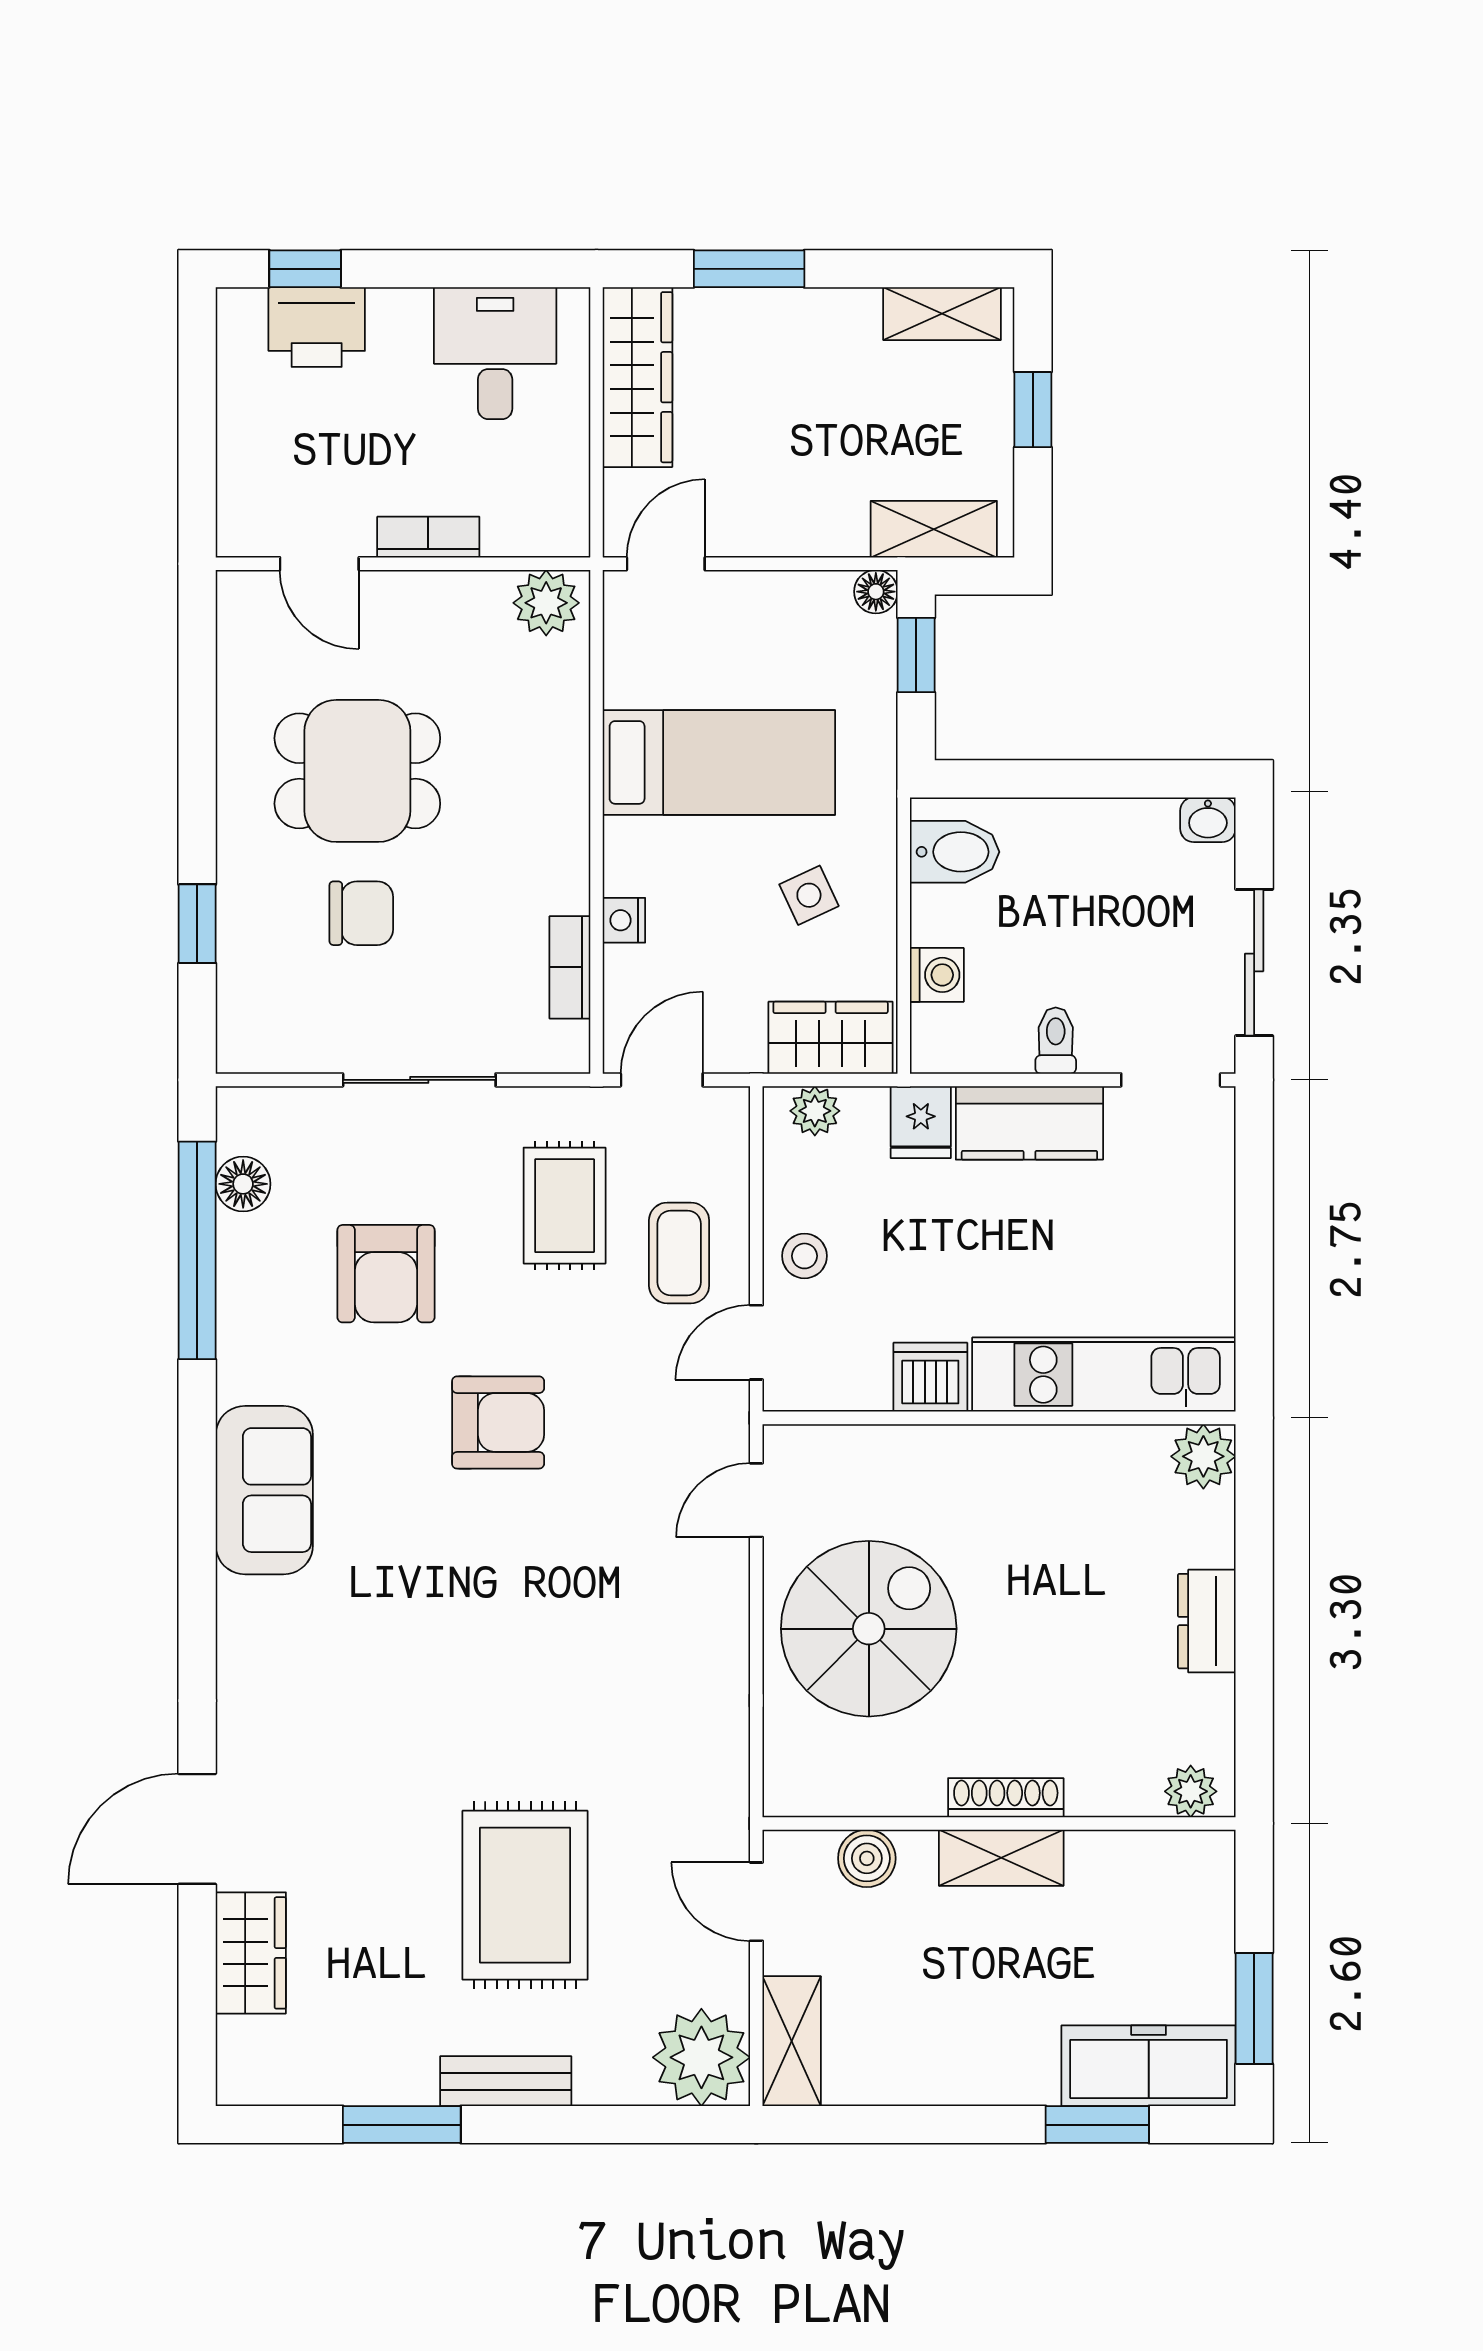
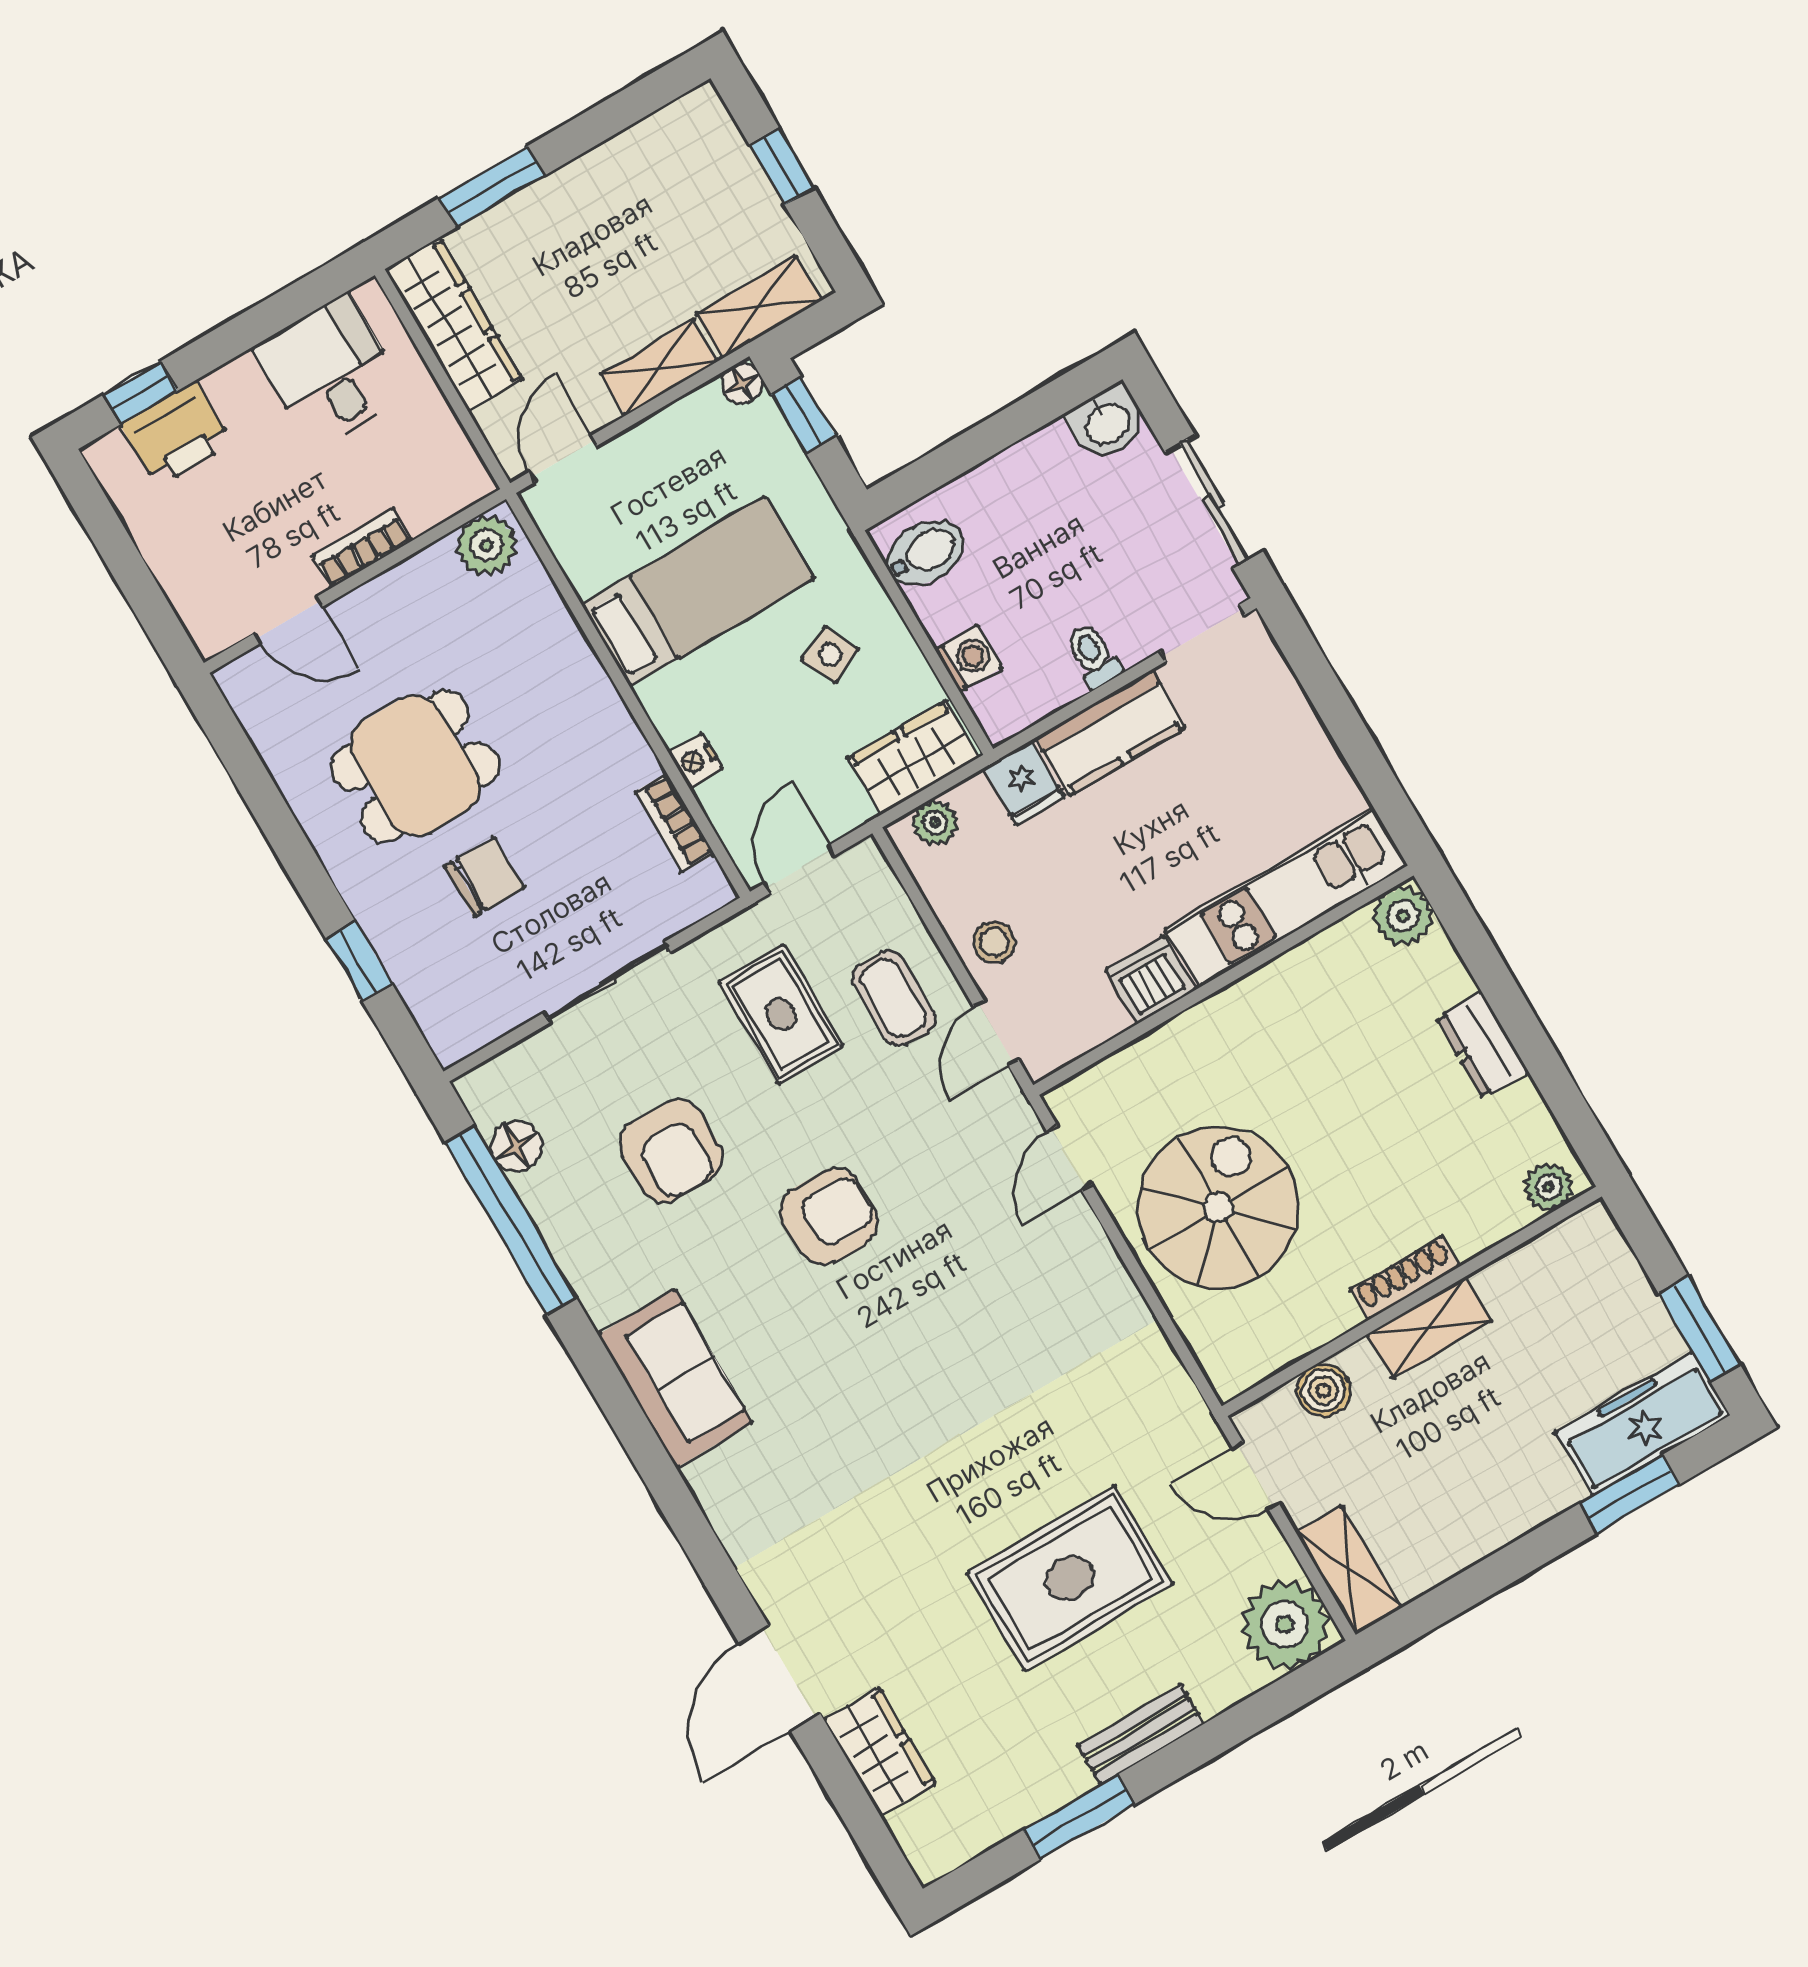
shelving: (942, 314) -> (659, 368), moved
washbasin: (1208, 820) -> (1107, 423), width x1.38, depth x1.45
rug: (525, 1895) -> (1070, 1578), turned 90

